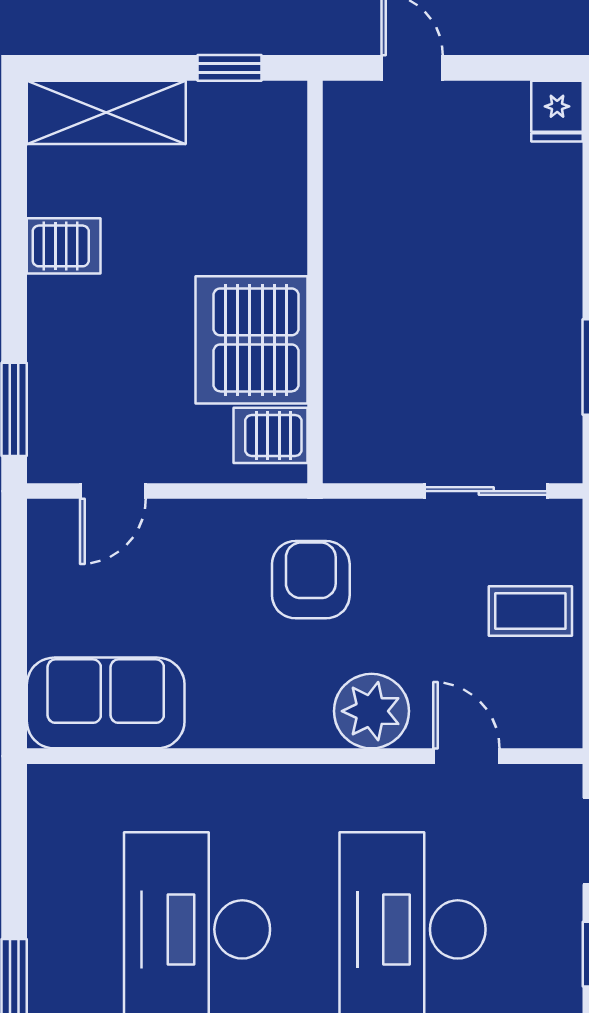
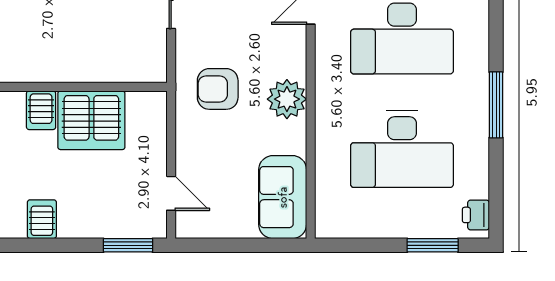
server rack: (270, 435) -> (41, 110), moved
plant: (371, 711) -> (287, 99), moved

